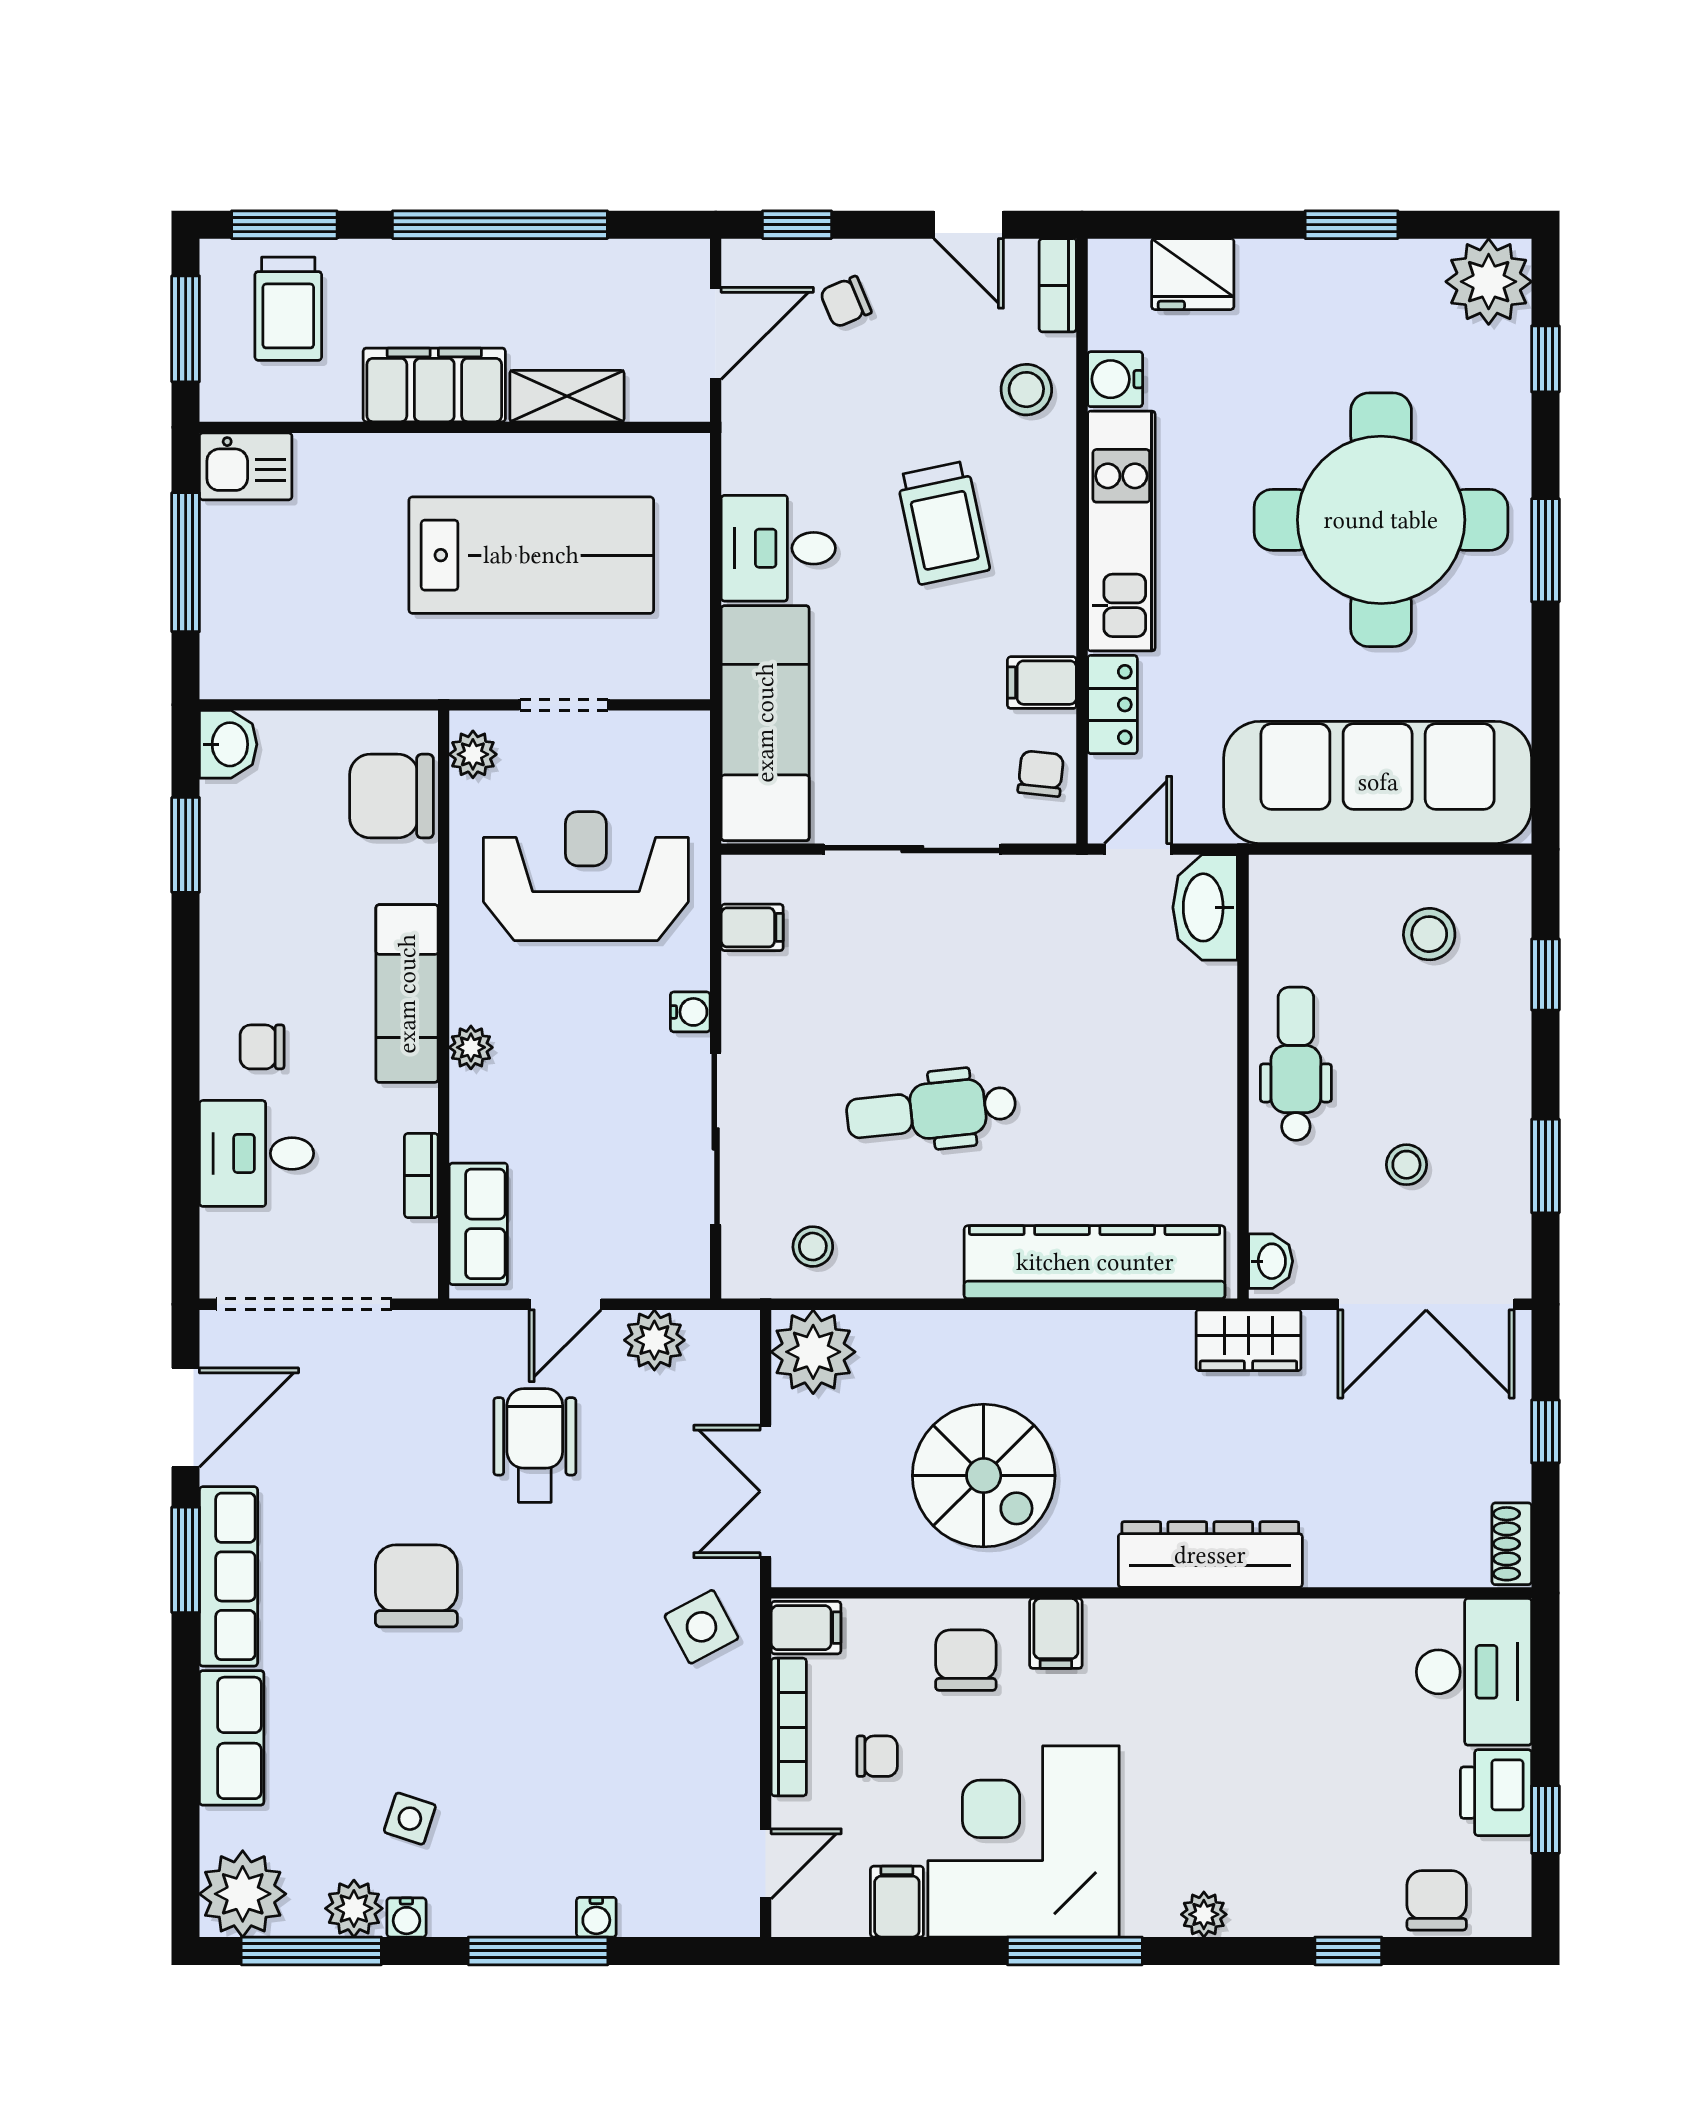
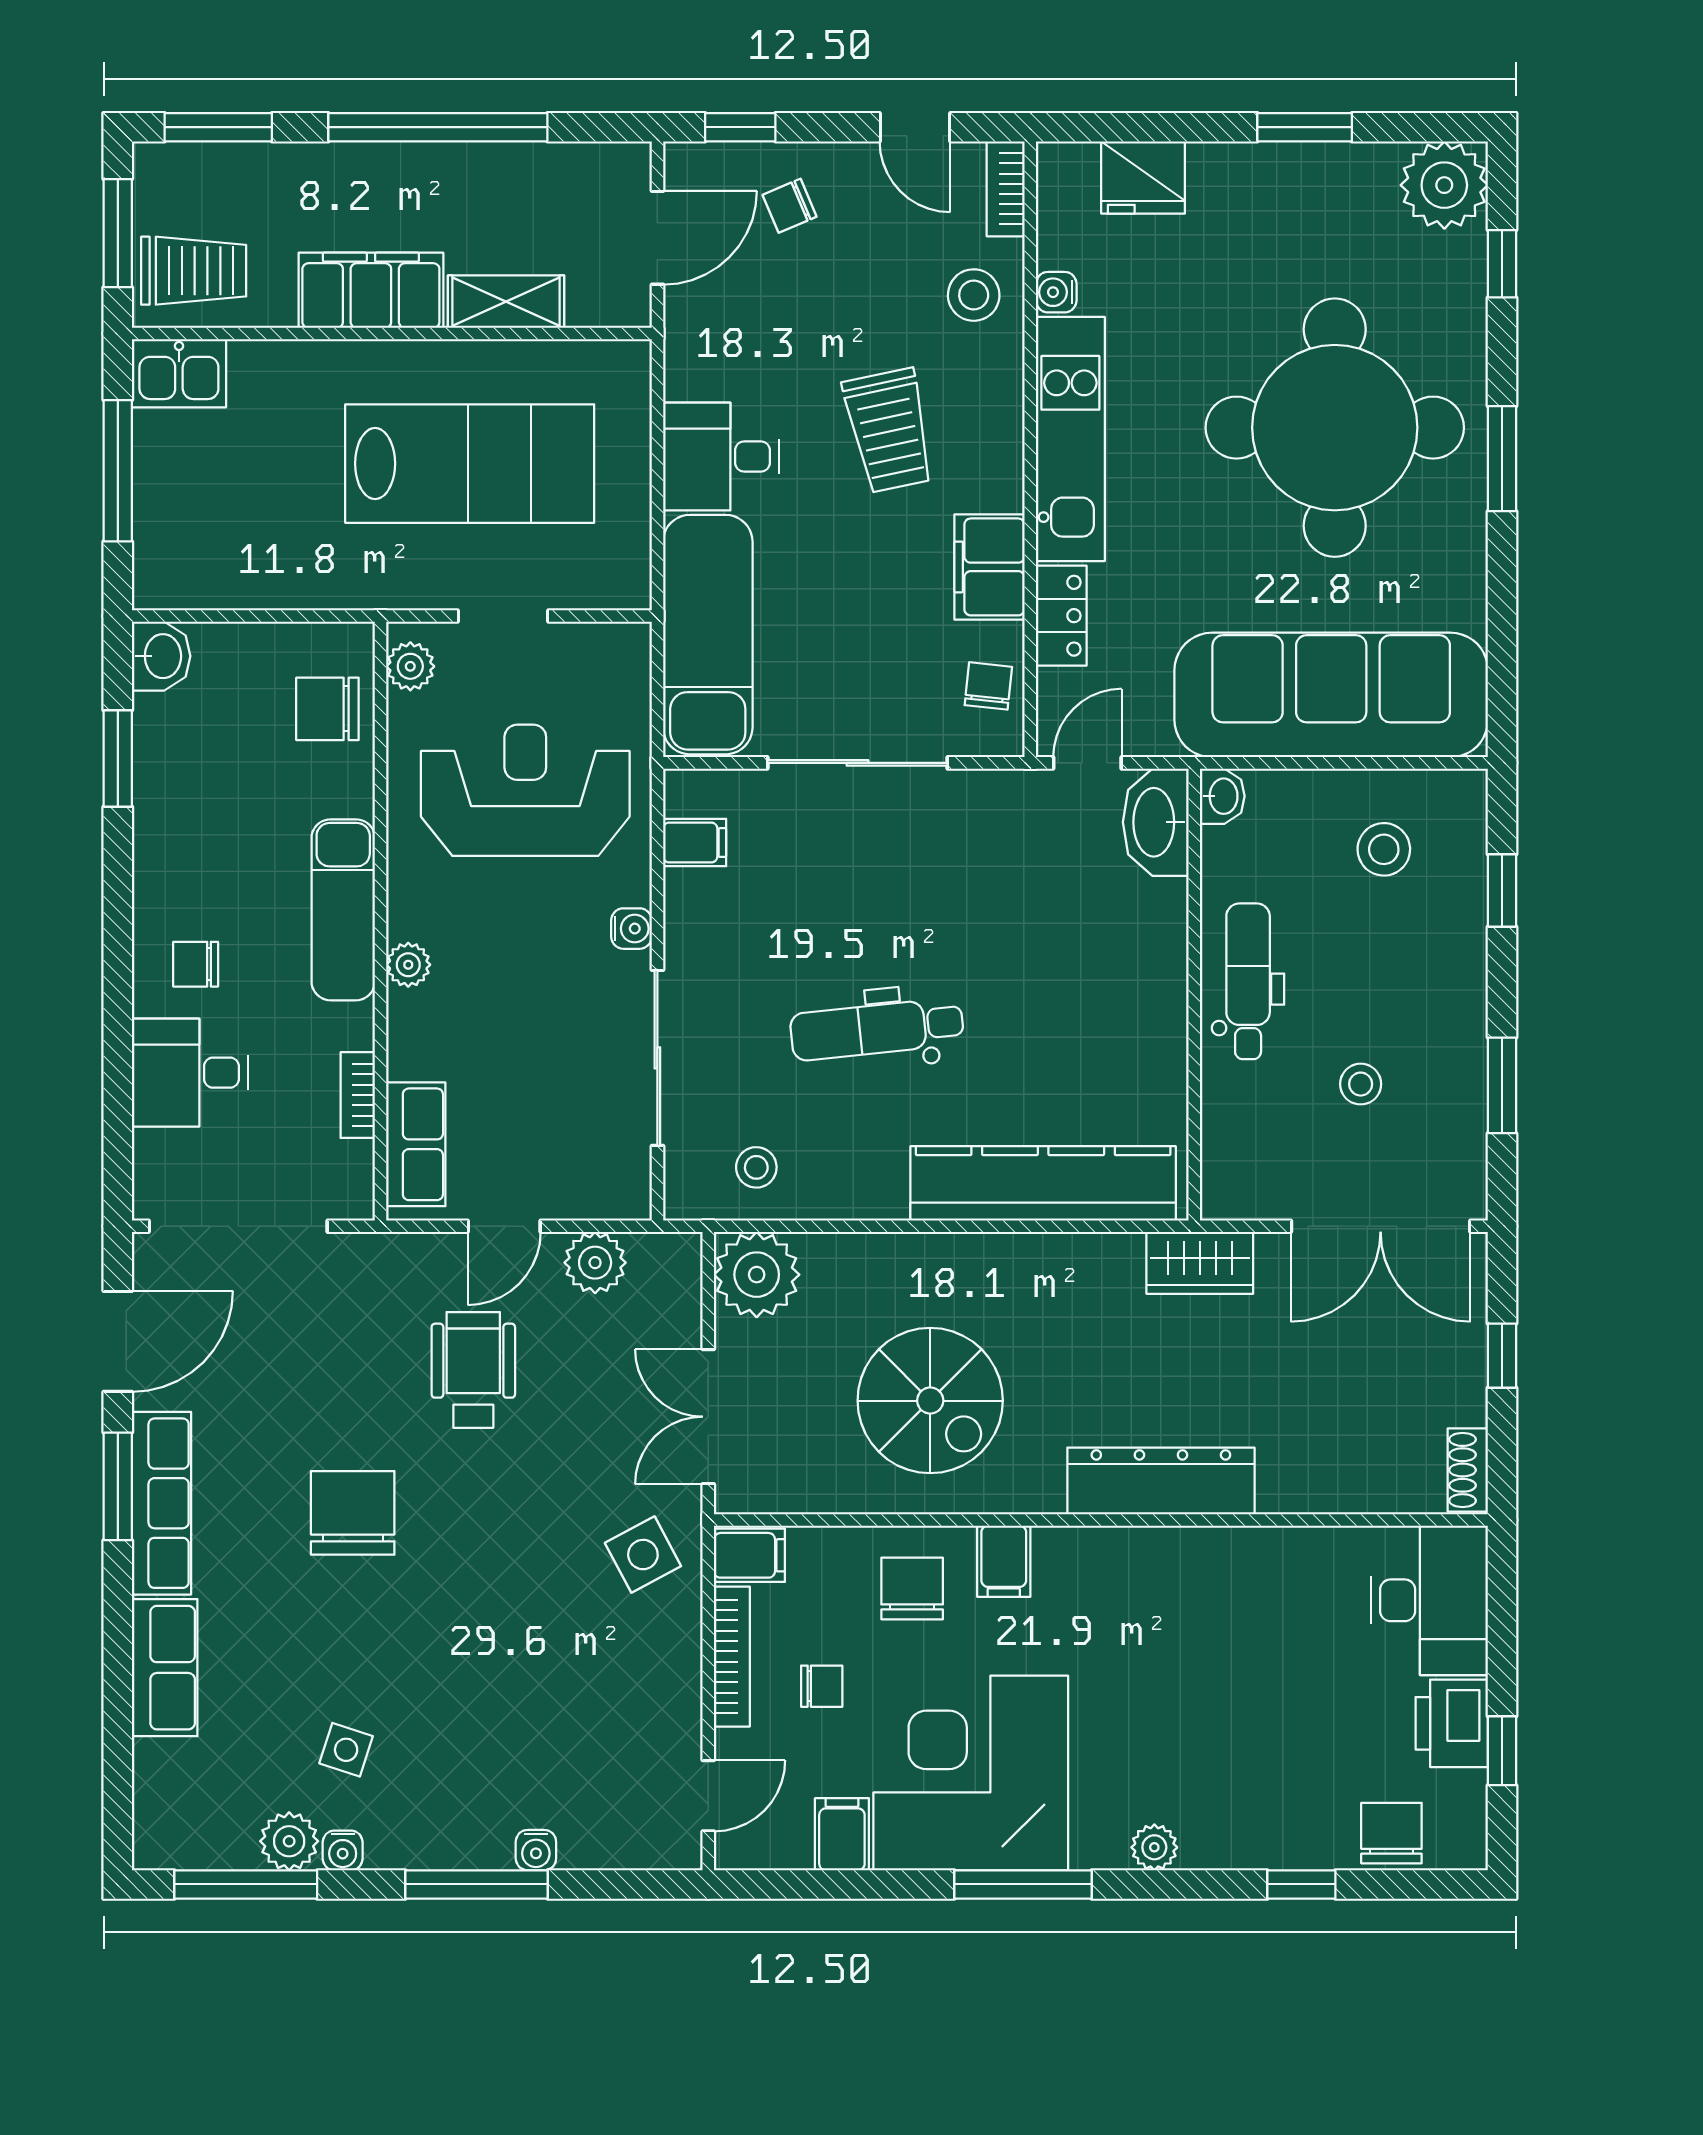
trolley: (288, 309) -> (194, 271), moved, turned -90
water cooler: (1115, 379) -> (1056, 292), width x0.72, depth x0.72
filing cabinet: (1042, 683) -> (990, 567), width x2.00
chair: (392, 796) -> (327, 709), width x0.73, depth x0.73
washbasin: (1271, 1261) -> (1222, 796), moved
plant: (243, 1894) -> (176, 1826), removed

